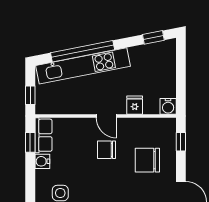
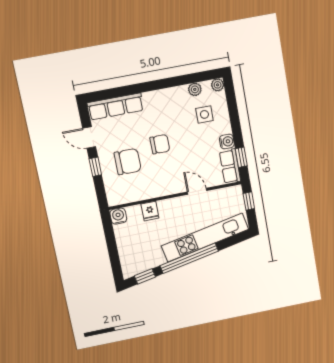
window: (83, 51) -> (189, 258), moved
door: (106, 116) -> (197, 191), moved
window: (181, 142) -> (95, 167), moved
chair: (107, 150) -> (160, 144), moved

